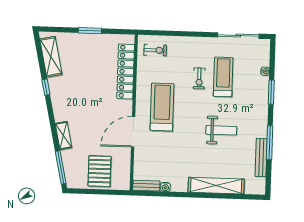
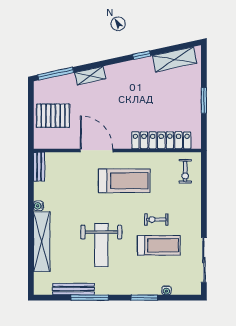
weight bench: (221, 130) -> (101, 245), width x1.36, depth x1.33
water cooler: (165, 187) -> (38, 206), moved

